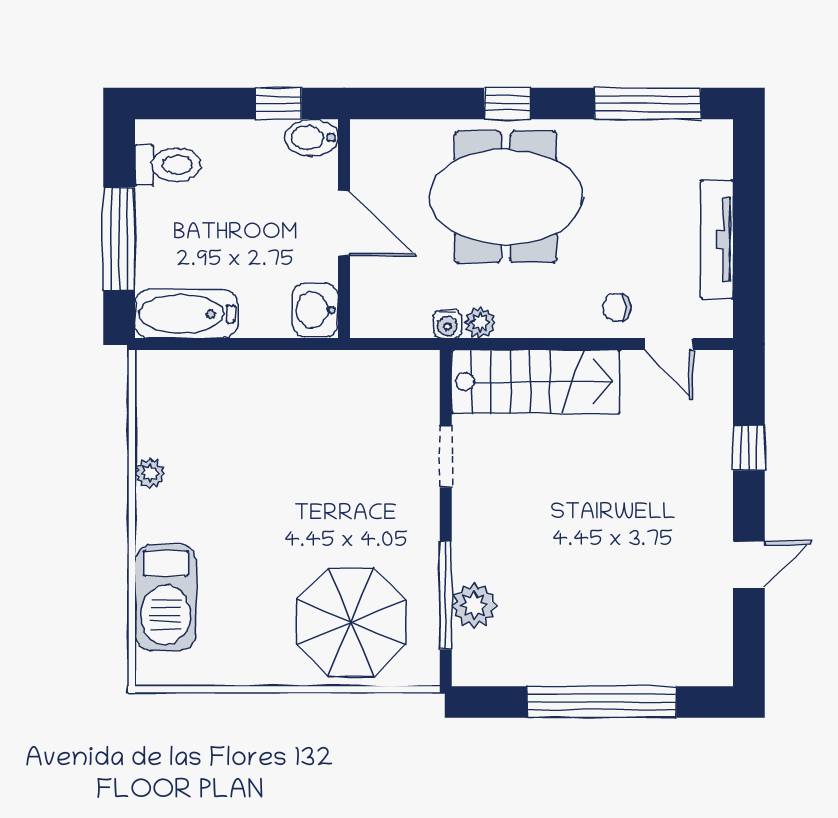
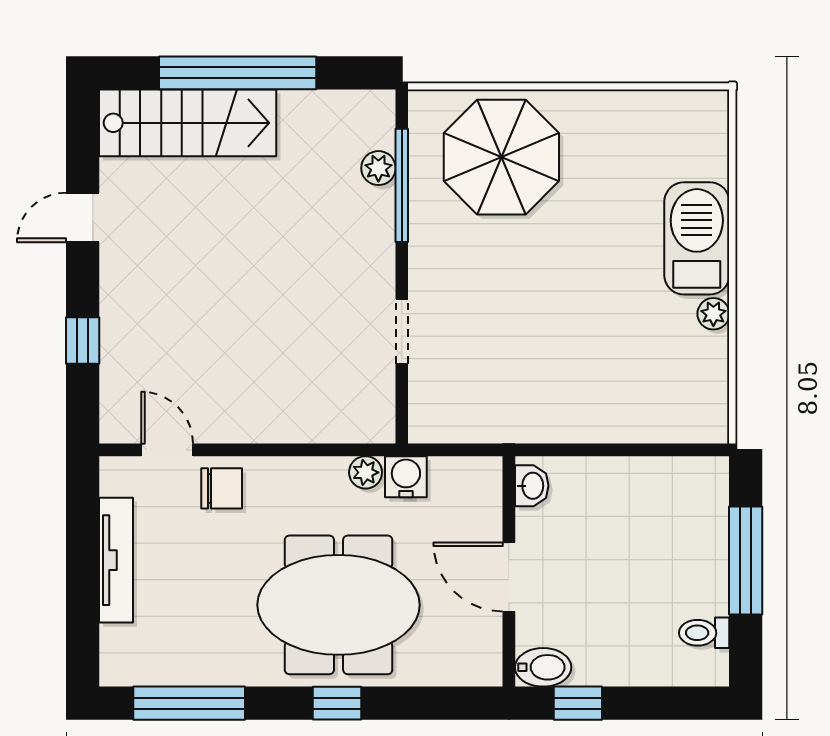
toilet: (168, 165) -> (704, 633), width x0.73, depth x0.72
chair: (617, 307) -> (222, 488), width x1.37, depth x1.37
washbasin: (315, 310) -> (532, 486), width x0.72, depth x0.69
bathtub: (186, 314) -> (675, 482), removed
water cooler: (447, 324) -> (406, 477), width x1.38, depth x1.38
stairs: (536, 382) -> (188, 123), moved, turned 180
barbecue: (166, 598) -> (697, 238), moved
plant: (474, 605) -> (378, 168), width x0.73, depth x0.73

